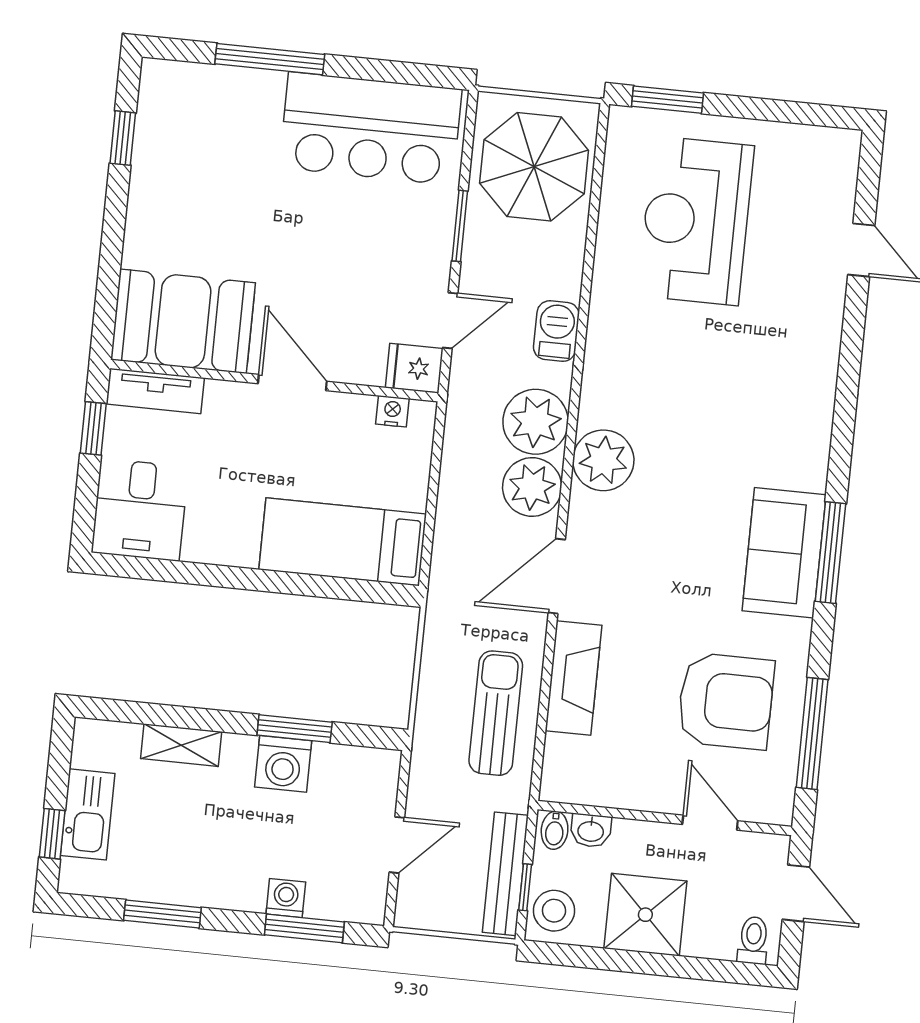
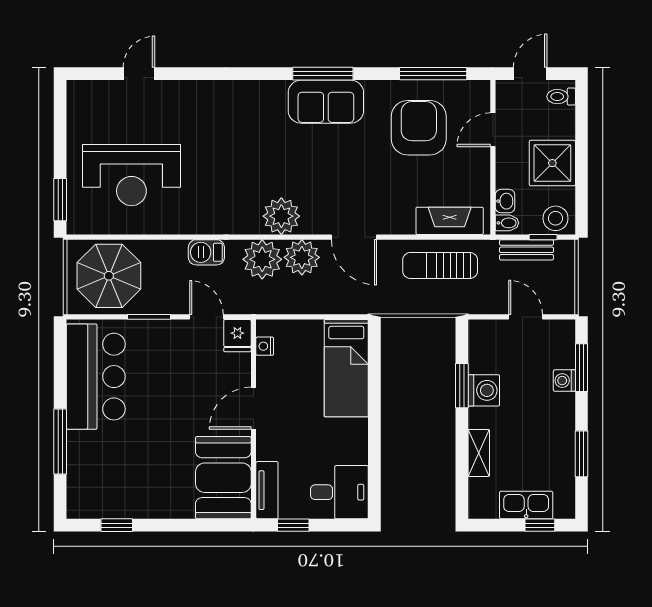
fireplace: (573, 678) -> (450, 221), moved
bench: (505, 874) -> (526, 250), width x0.73

